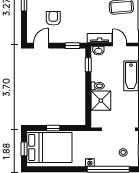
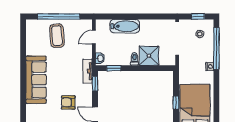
tv unit: (100, 38) -> (88, 71), moved

